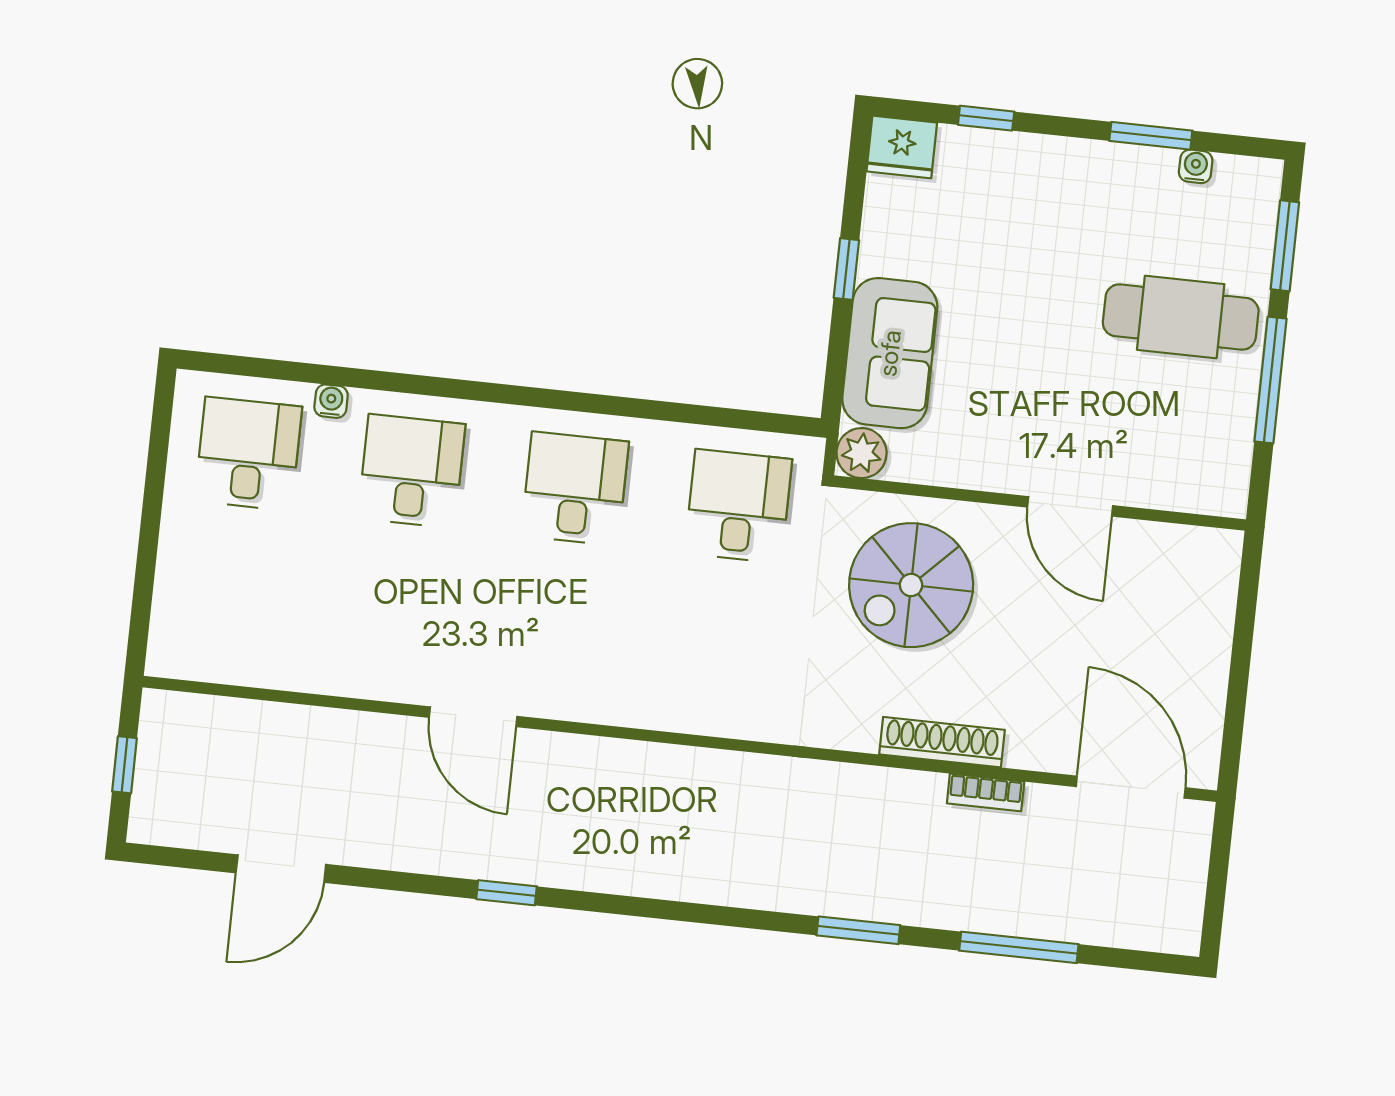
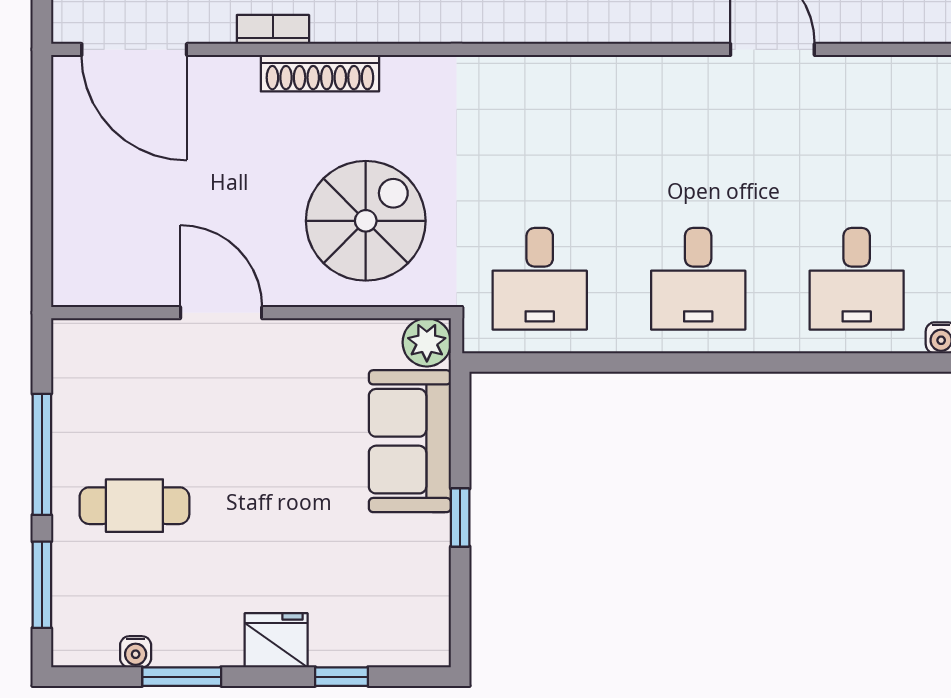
fridge: (902, 147) -> (276, 640), moved
cafe table: (1181, 317) -> (134, 506), width x0.73, depth x0.74

